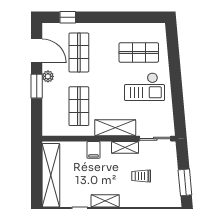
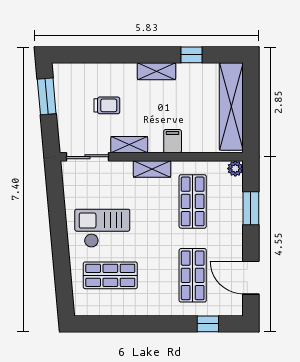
plant: (48, 76) -> (235, 169), moved
window: (37, 86) -> (251, 208), moved
shelving: (115, 128) -> (152, 169), width x0.67, depth x0.75

